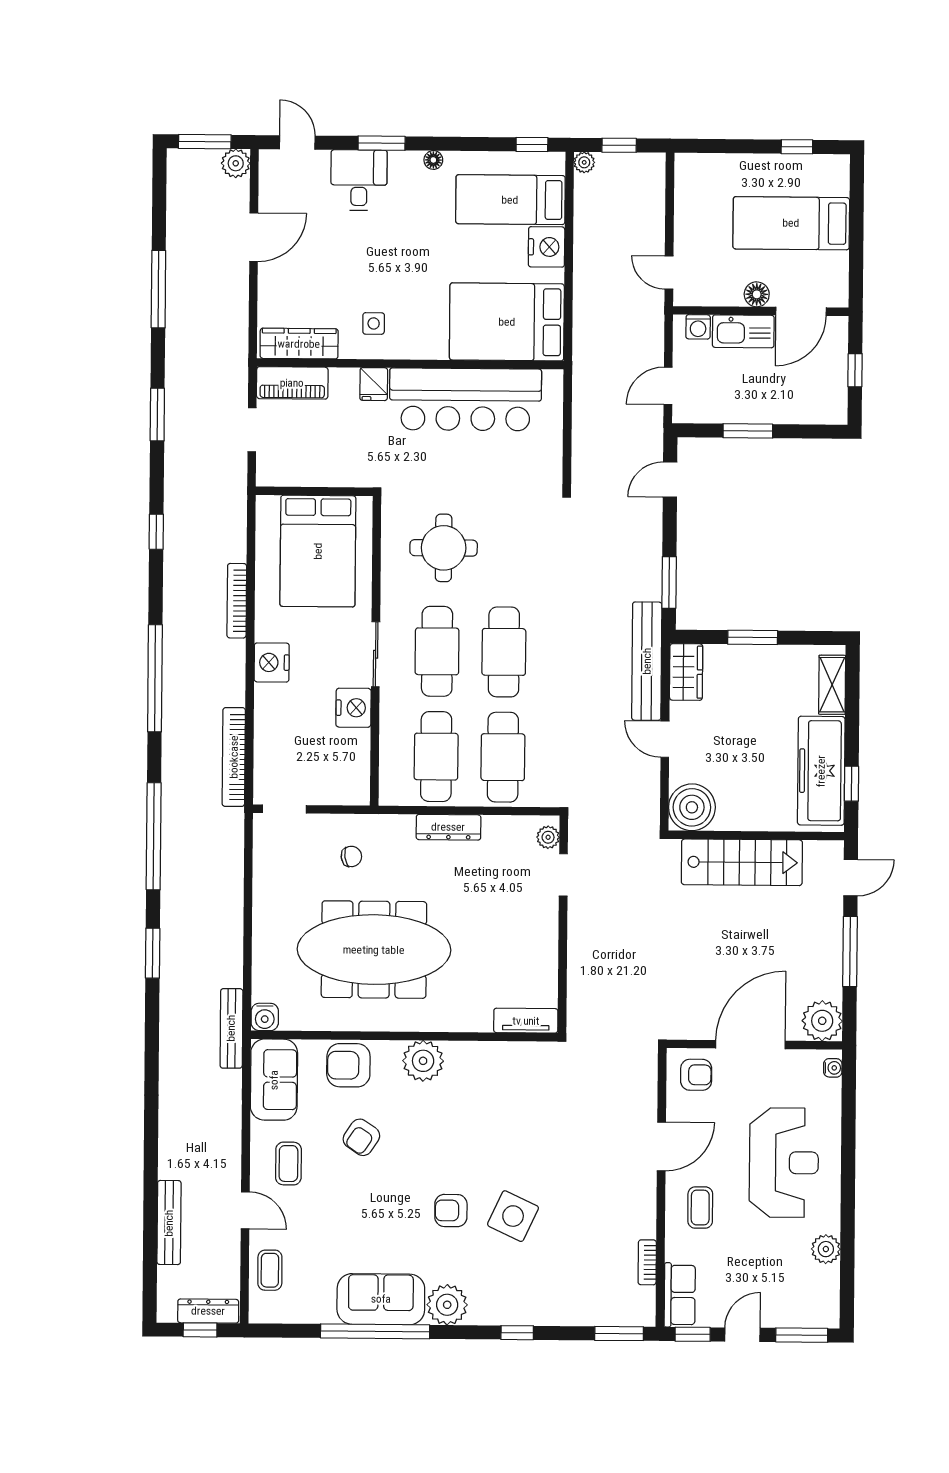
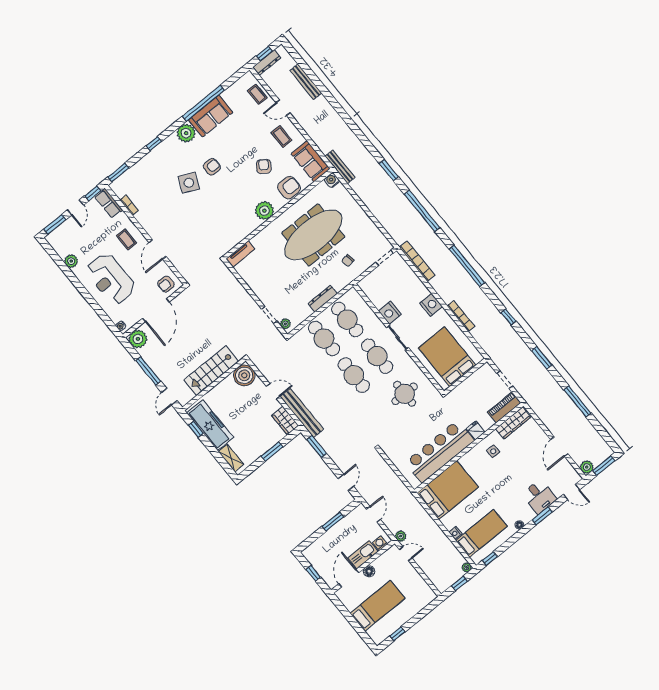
nightstand: (547, 247) -> (455, 533), width x0.53, depth x0.56
plant: (653, 310) -> (401, 536), added

